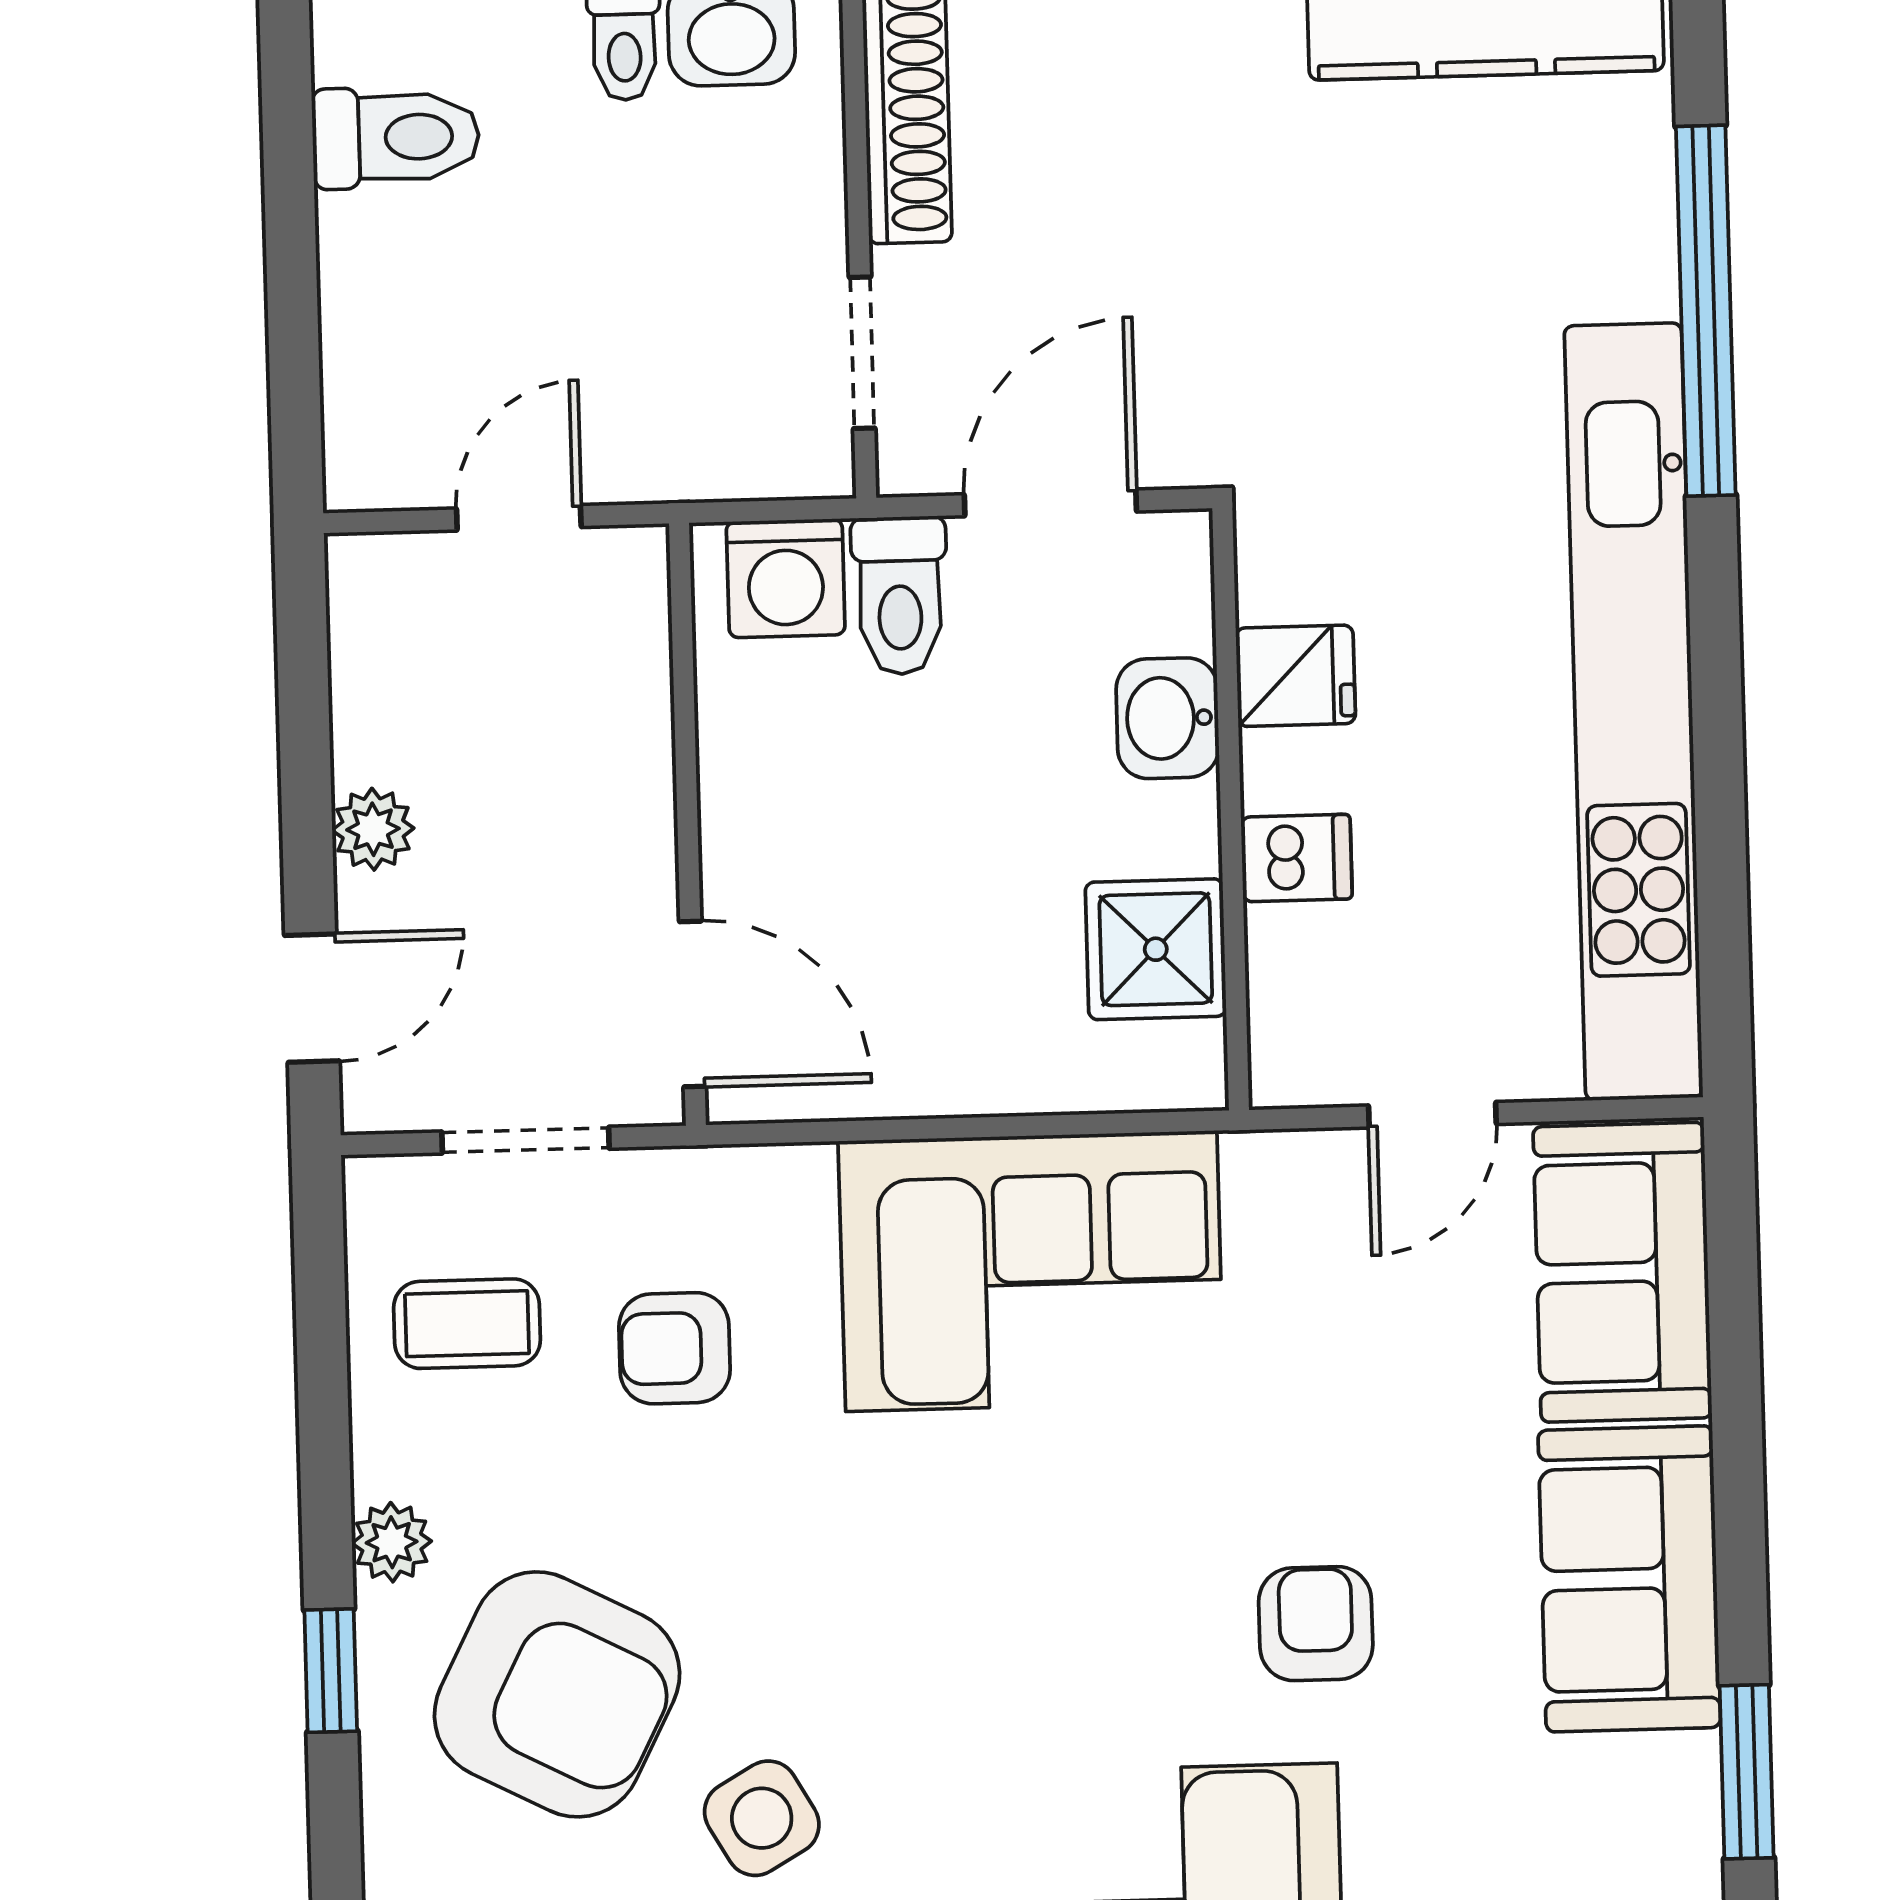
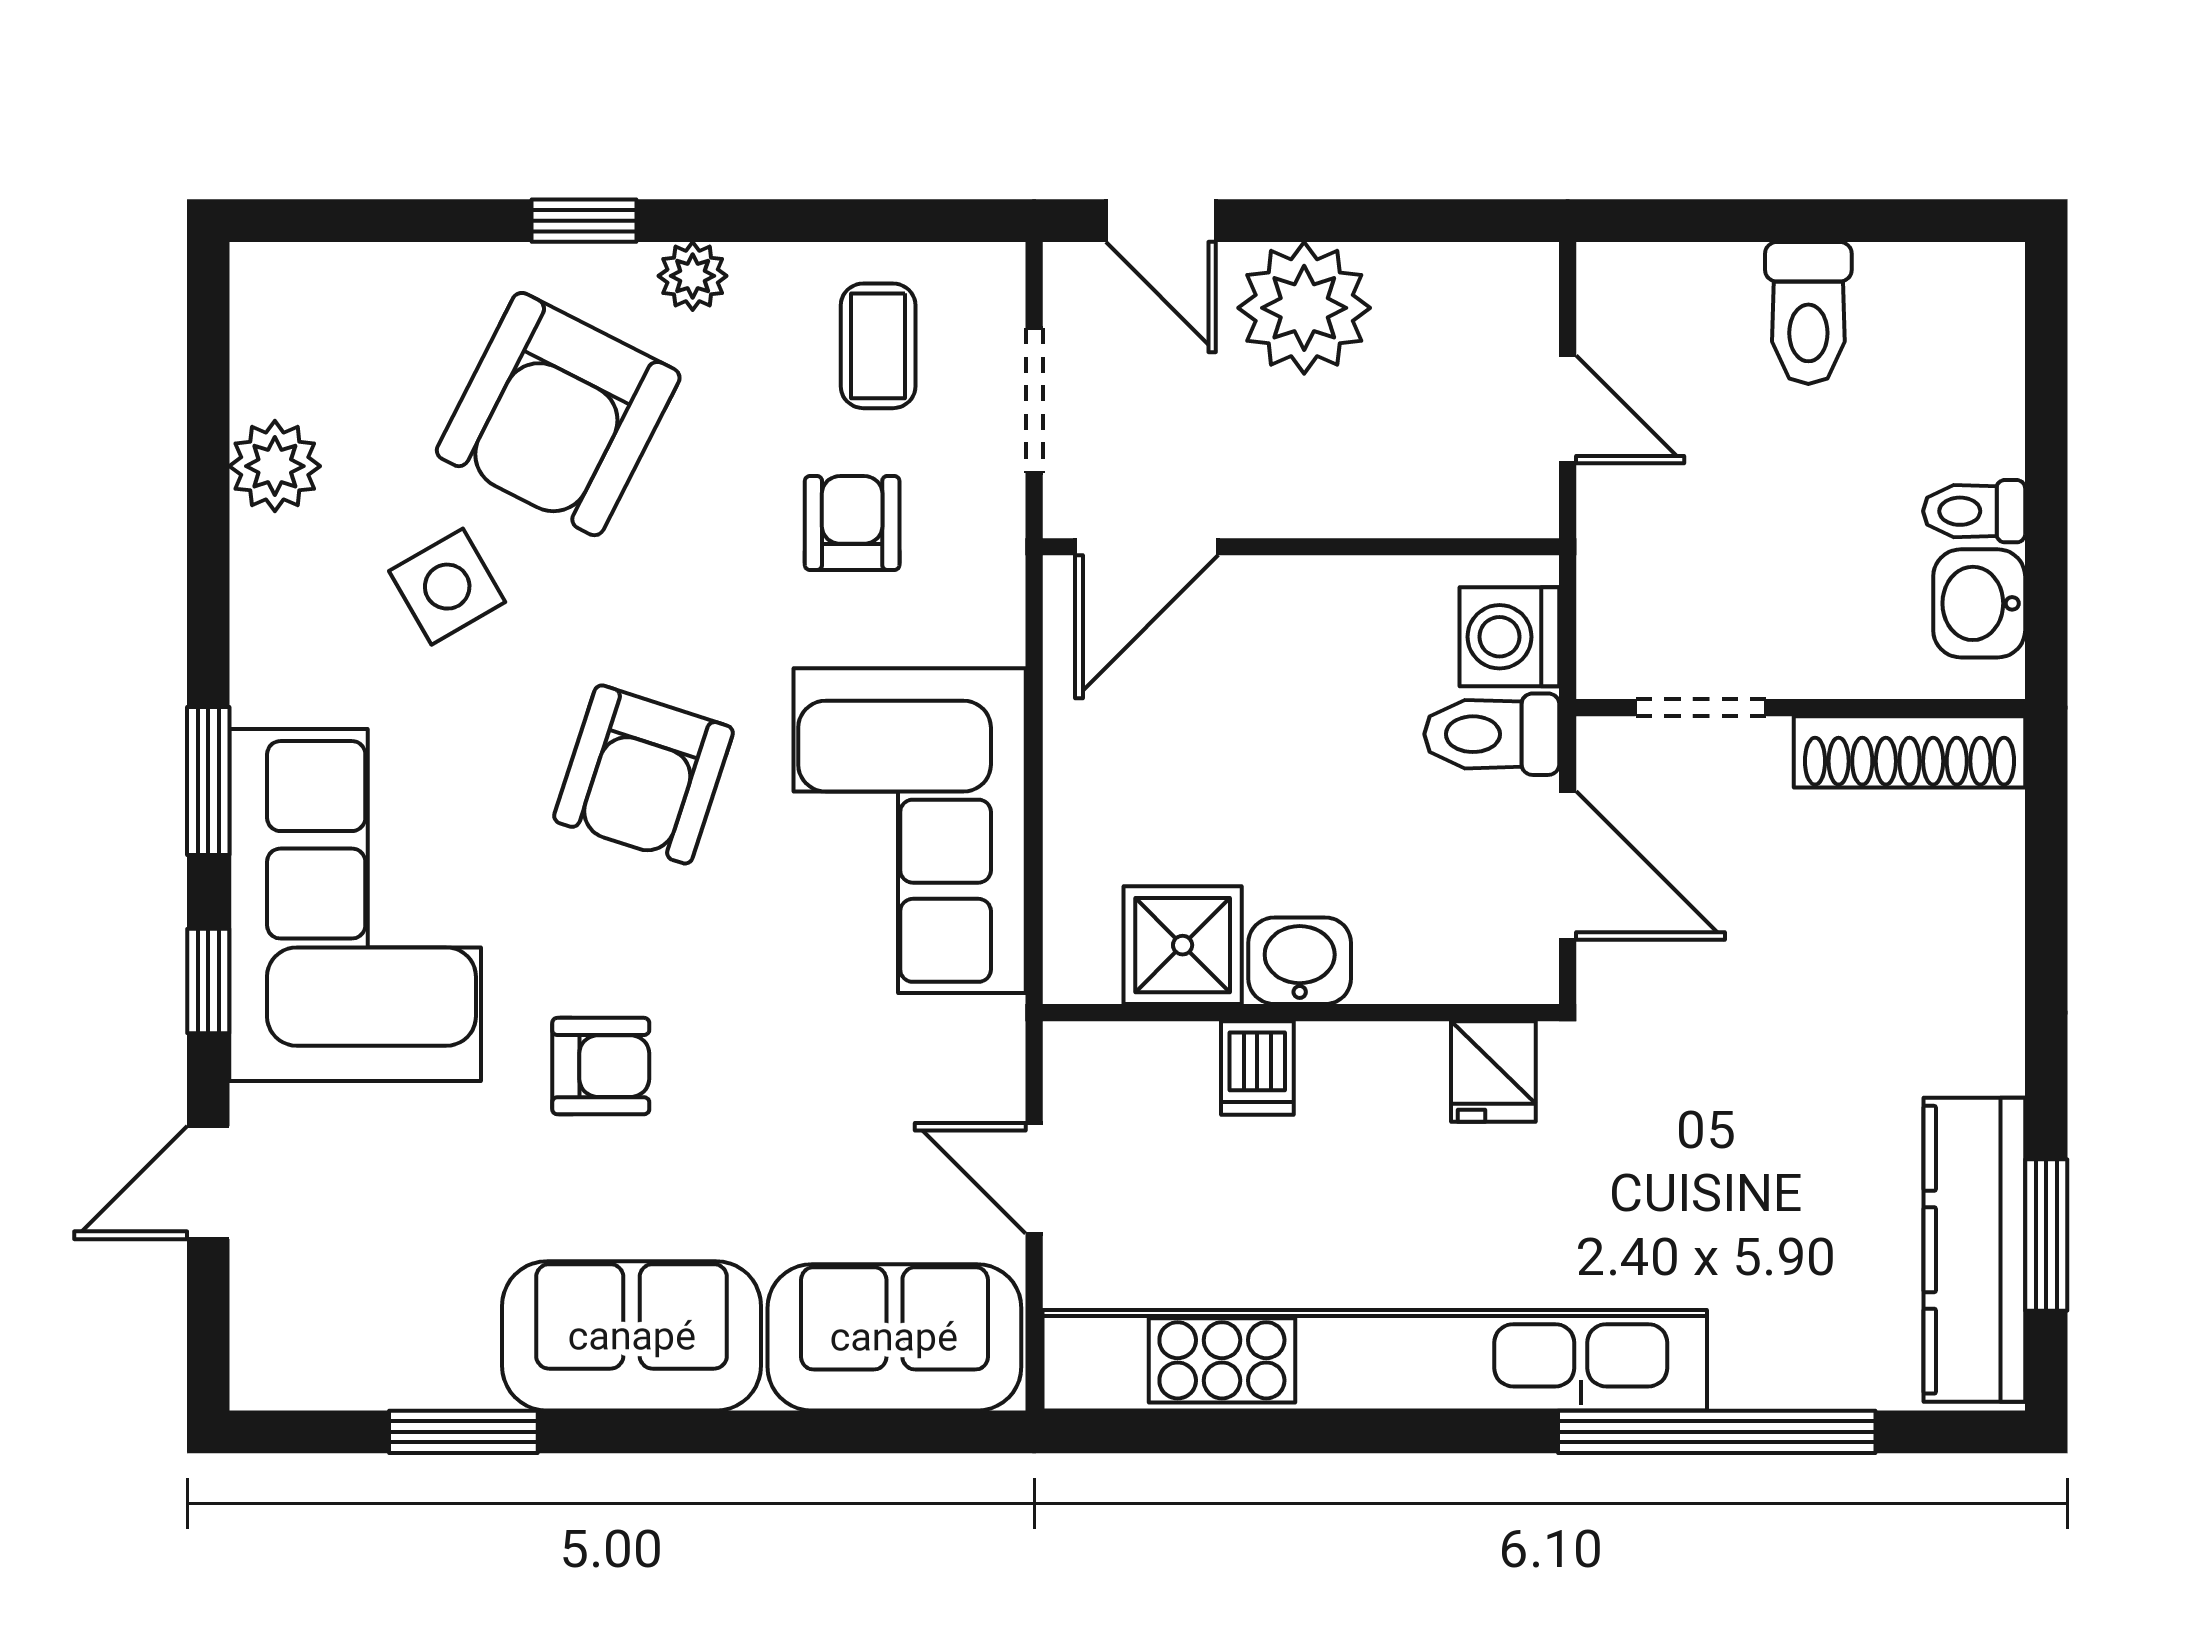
toilet: (396, 137) -> (1808, 313), moved
fridge: (1296, 676) -> (1493, 1071), moved
washbasin: (1168, 718) -> (1300, 961), moved
plant: (373, 829) -> (1304, 308), width x1.88, depth x1.88
armchair: (974, 1583) -> (644, 774), added

